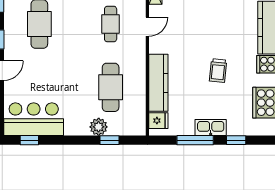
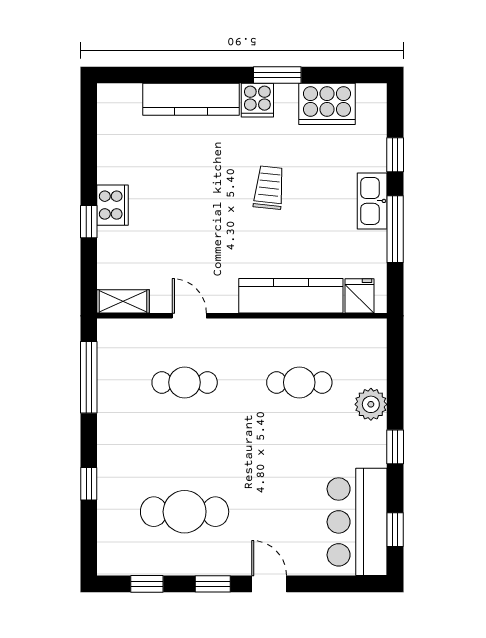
trolley: (218, 71) -> (269, 188), turned -90
cafe table: (111, 87) -> (299, 382), width x0.73, depth x0.74
window: (110, 140) -> (395, 447), moved

